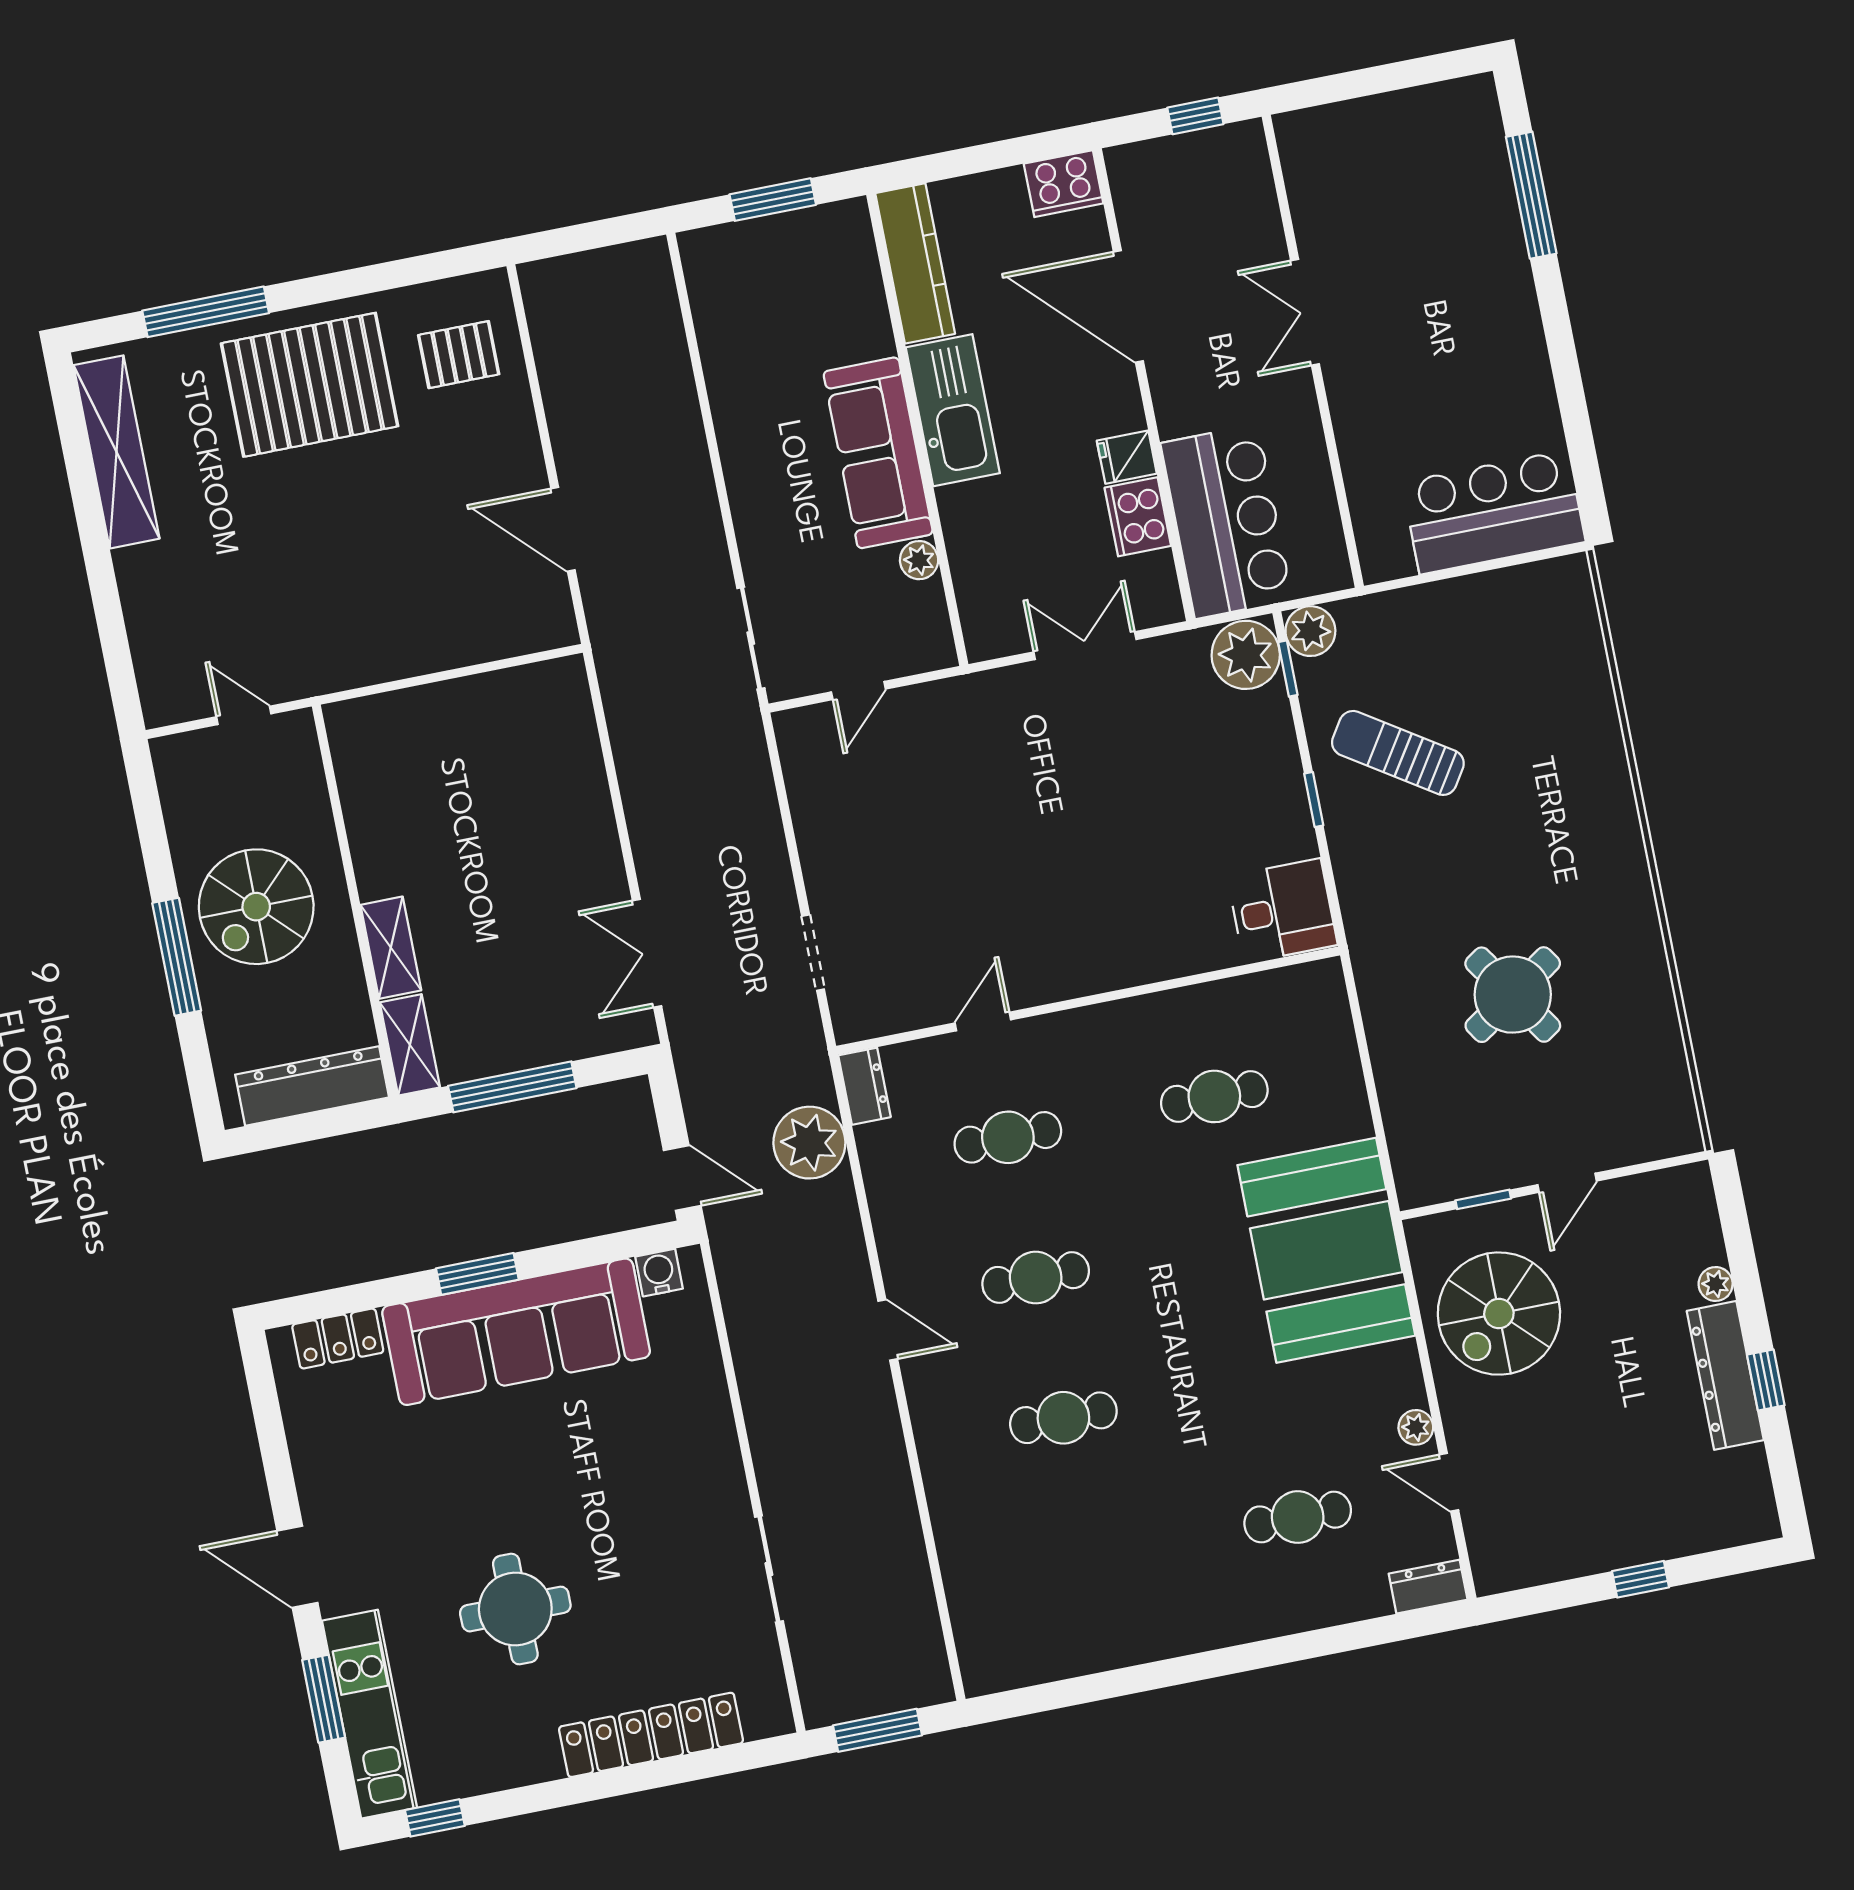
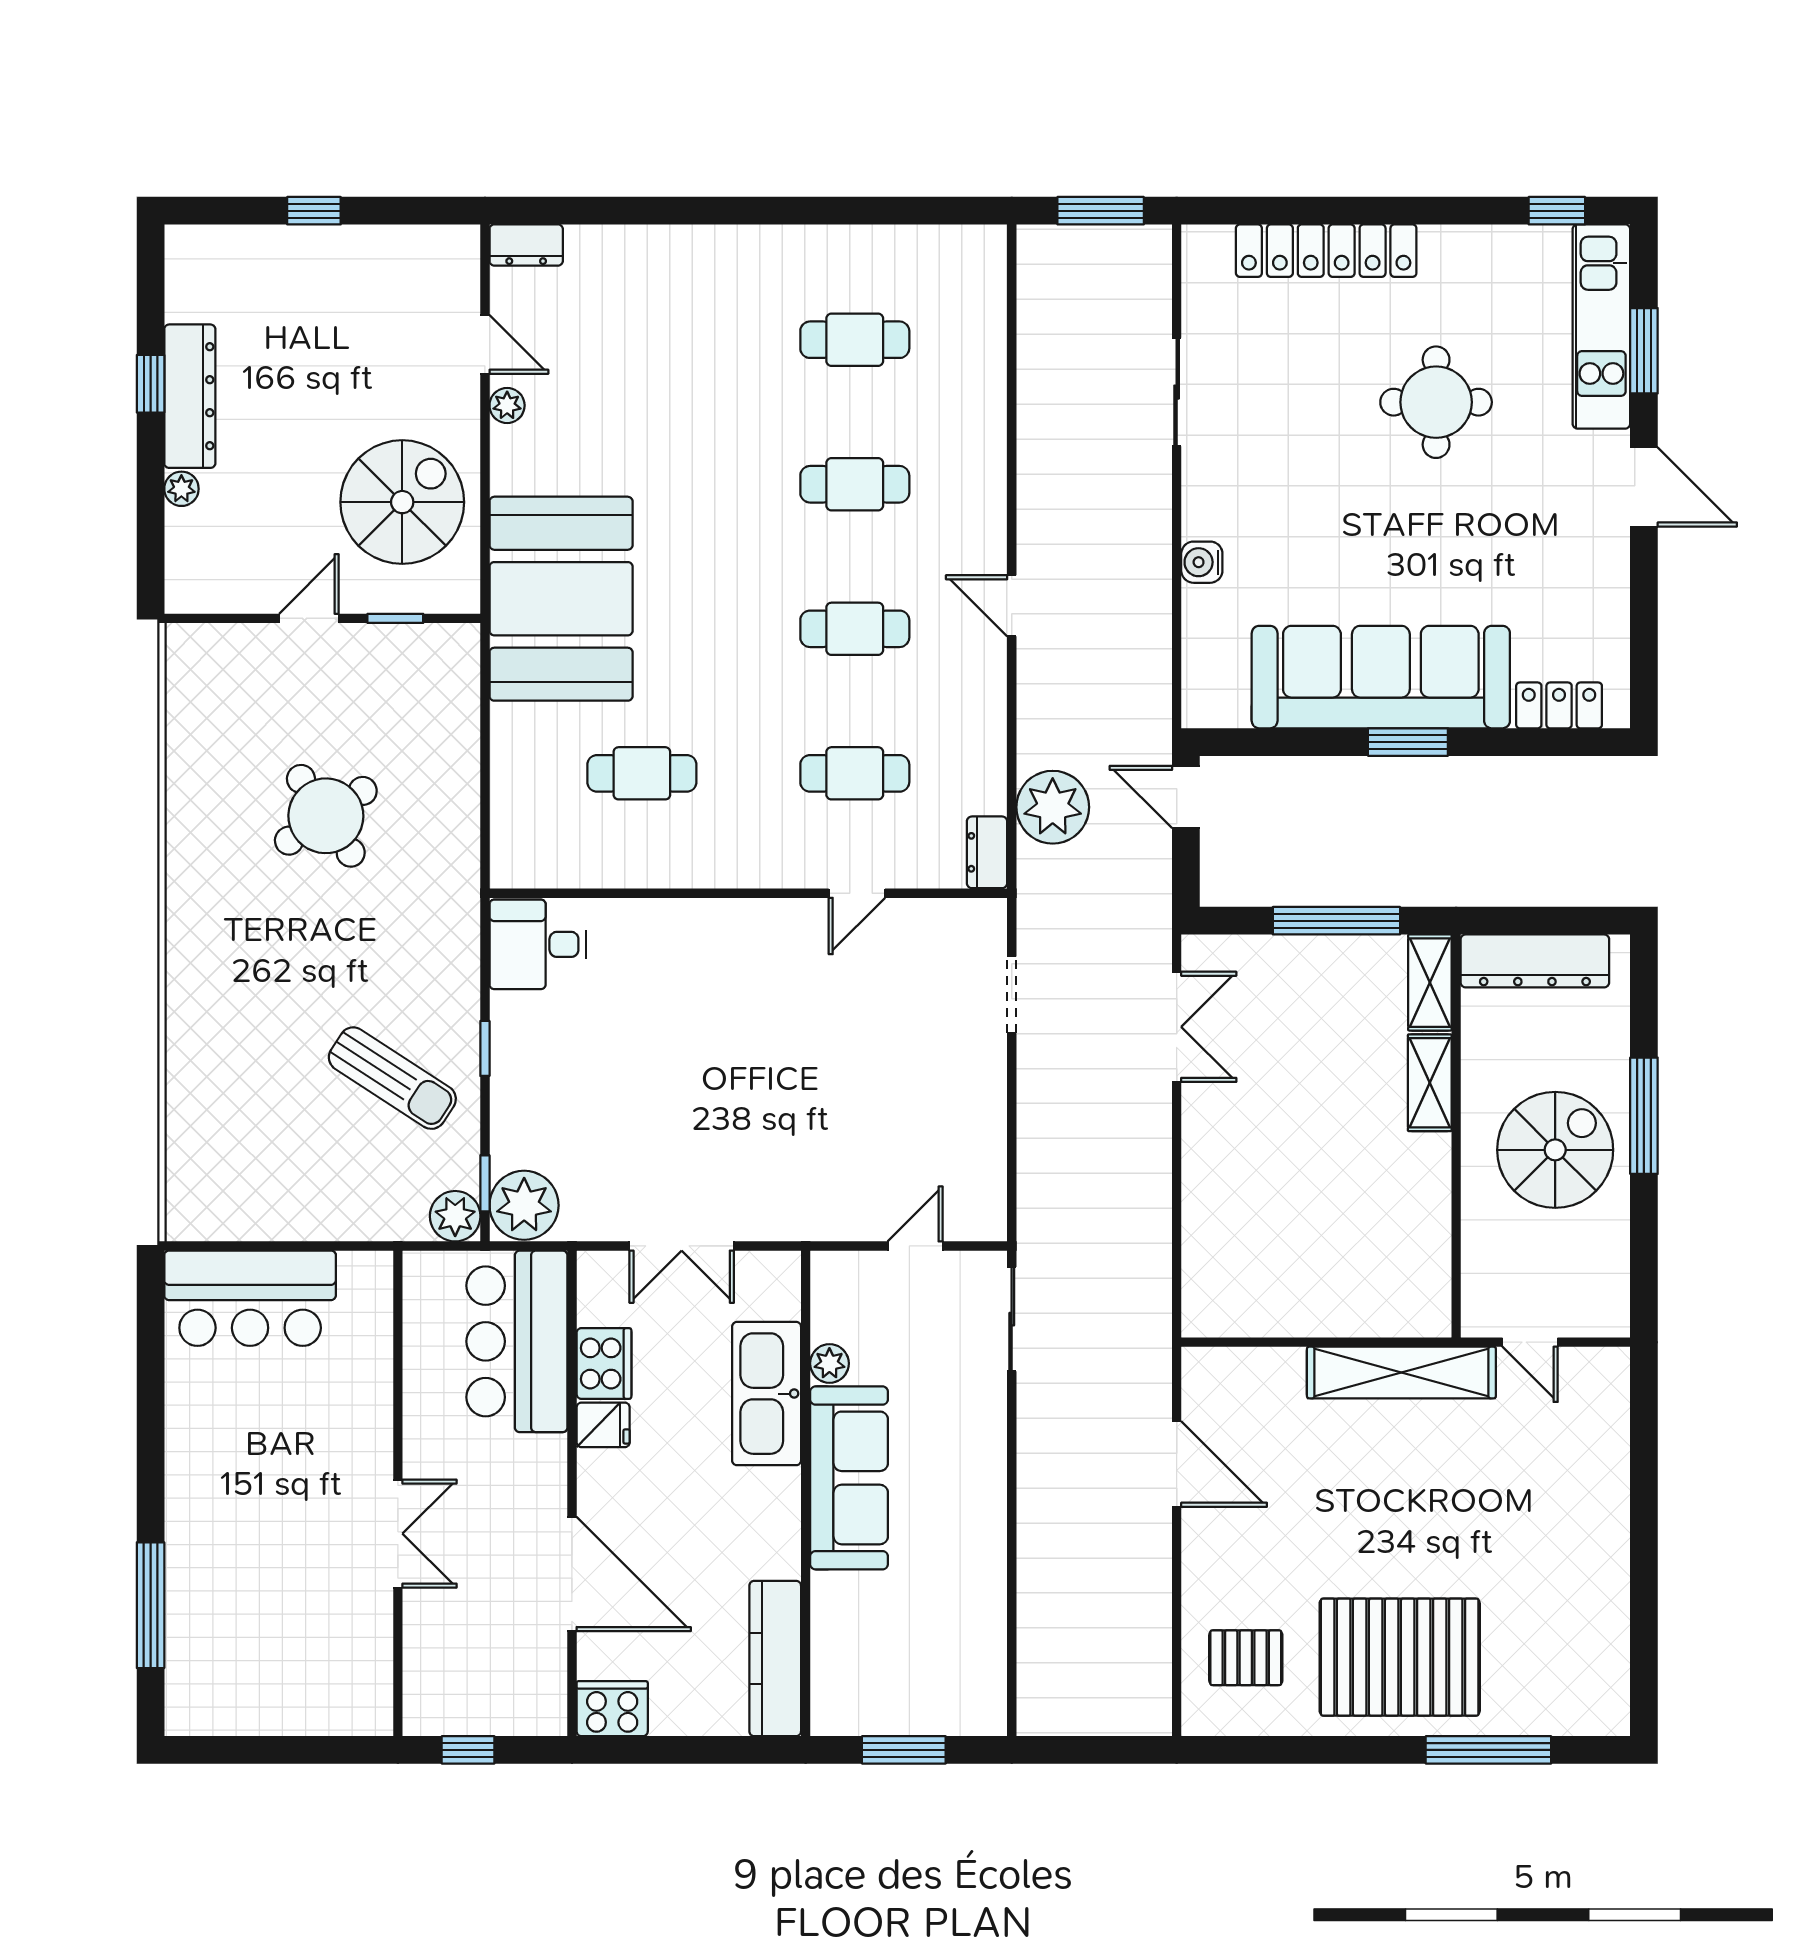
kitchen sink: (953, 410) -> (767, 1394), moved
shelving: (117, 452) -> (1401, 1373), moved, turned 90
water cooler: (659, 1273) -> (1202, 562), moved, turned 90
cafe table: (1298, 1517) -> (855, 340), moved

